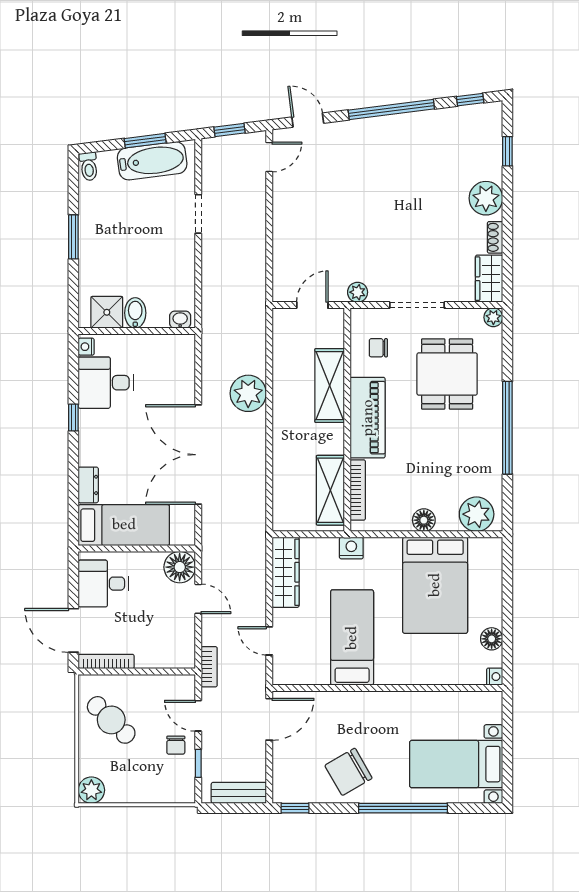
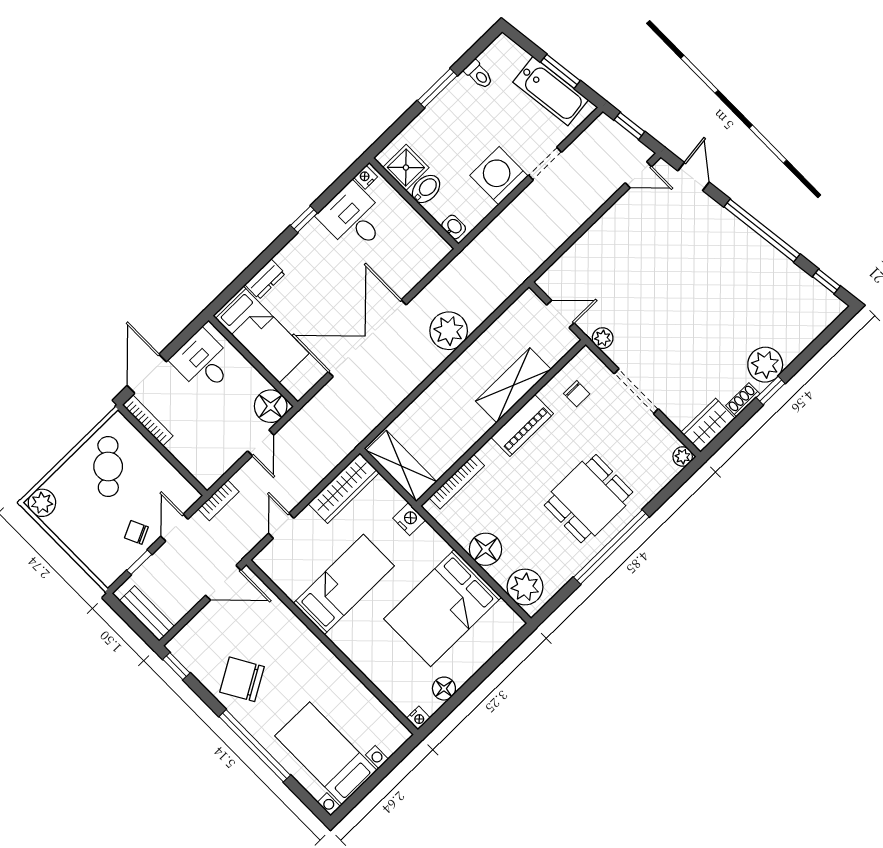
window: (507, 151) -> (771, 390), moved
toilet: (89, 166) -> (479, 75), moved, turned -83
washing machine: (175, 254) -> (499, 176), added
chair: (378, 348) -> (577, 394), turned 180
dining table: (447, 374) -> (588, 499), moved
piano: (368, 418) -> (522, 425), width x0.73, depth x0.75
shelving: (330, 490) -> (401, 466), moved, turned 90
floor lamp: (424, 520) -> (486, 549), width x1.38, depth x1.38
chair: (176, 745) -> (136, 532), turned 65

